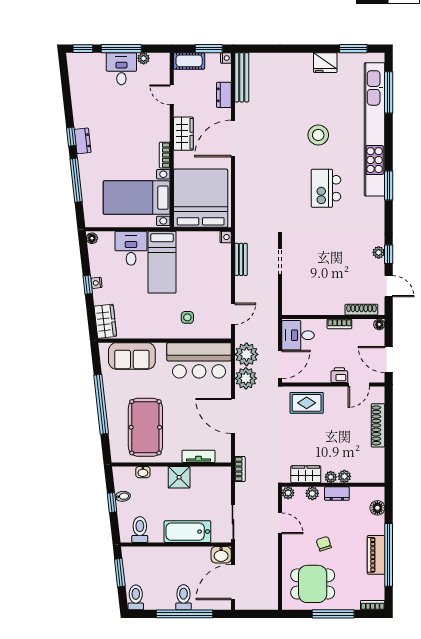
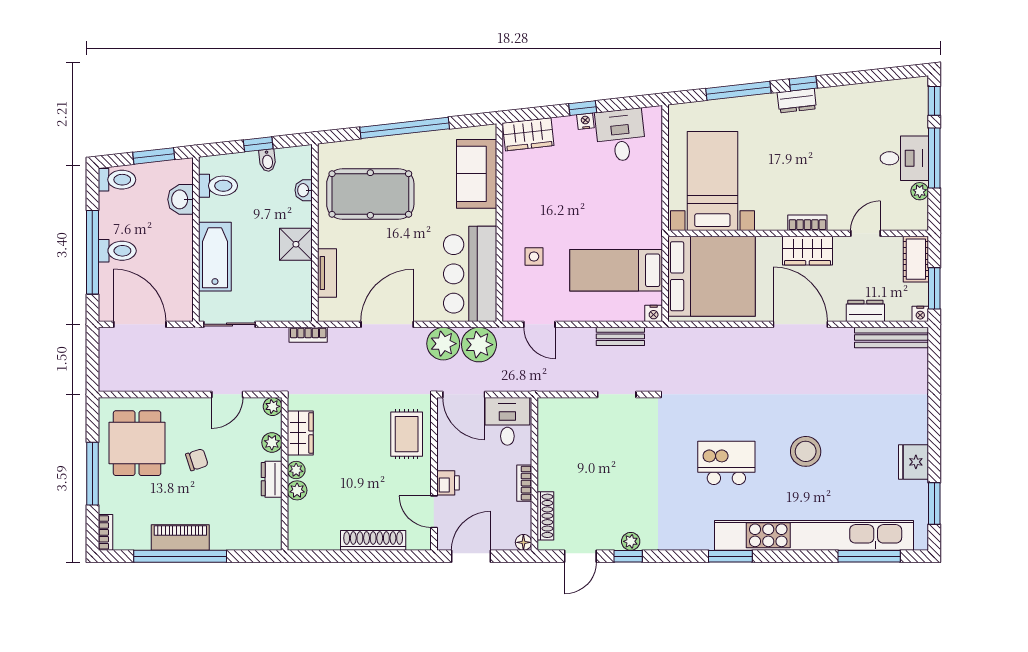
bookcase: (165, 155) -> (807, 223), moved
floor lamp: (92, 238) -> (652, 114), removed
desk: (131, 248) -> (620, 135), moved, turned -96
bed: (162, 262) -> (616, 270), moved
floor lamp: (377, 508) -> (250, 540), removed
washbasin: (221, 555) -> (180, 199), moved

